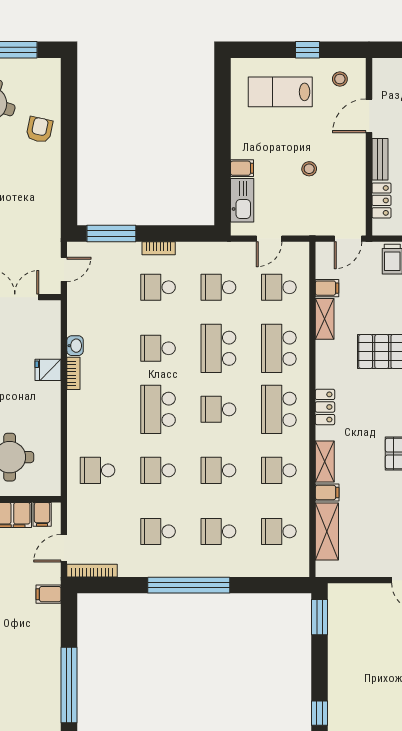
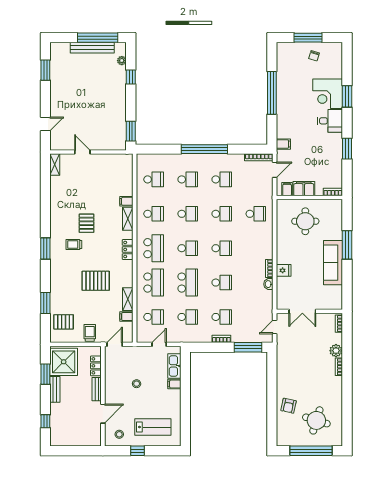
school desk: (158, 409) -> (222, 248), width x0.54
shelving: (327, 531) -> (127, 179), removed

